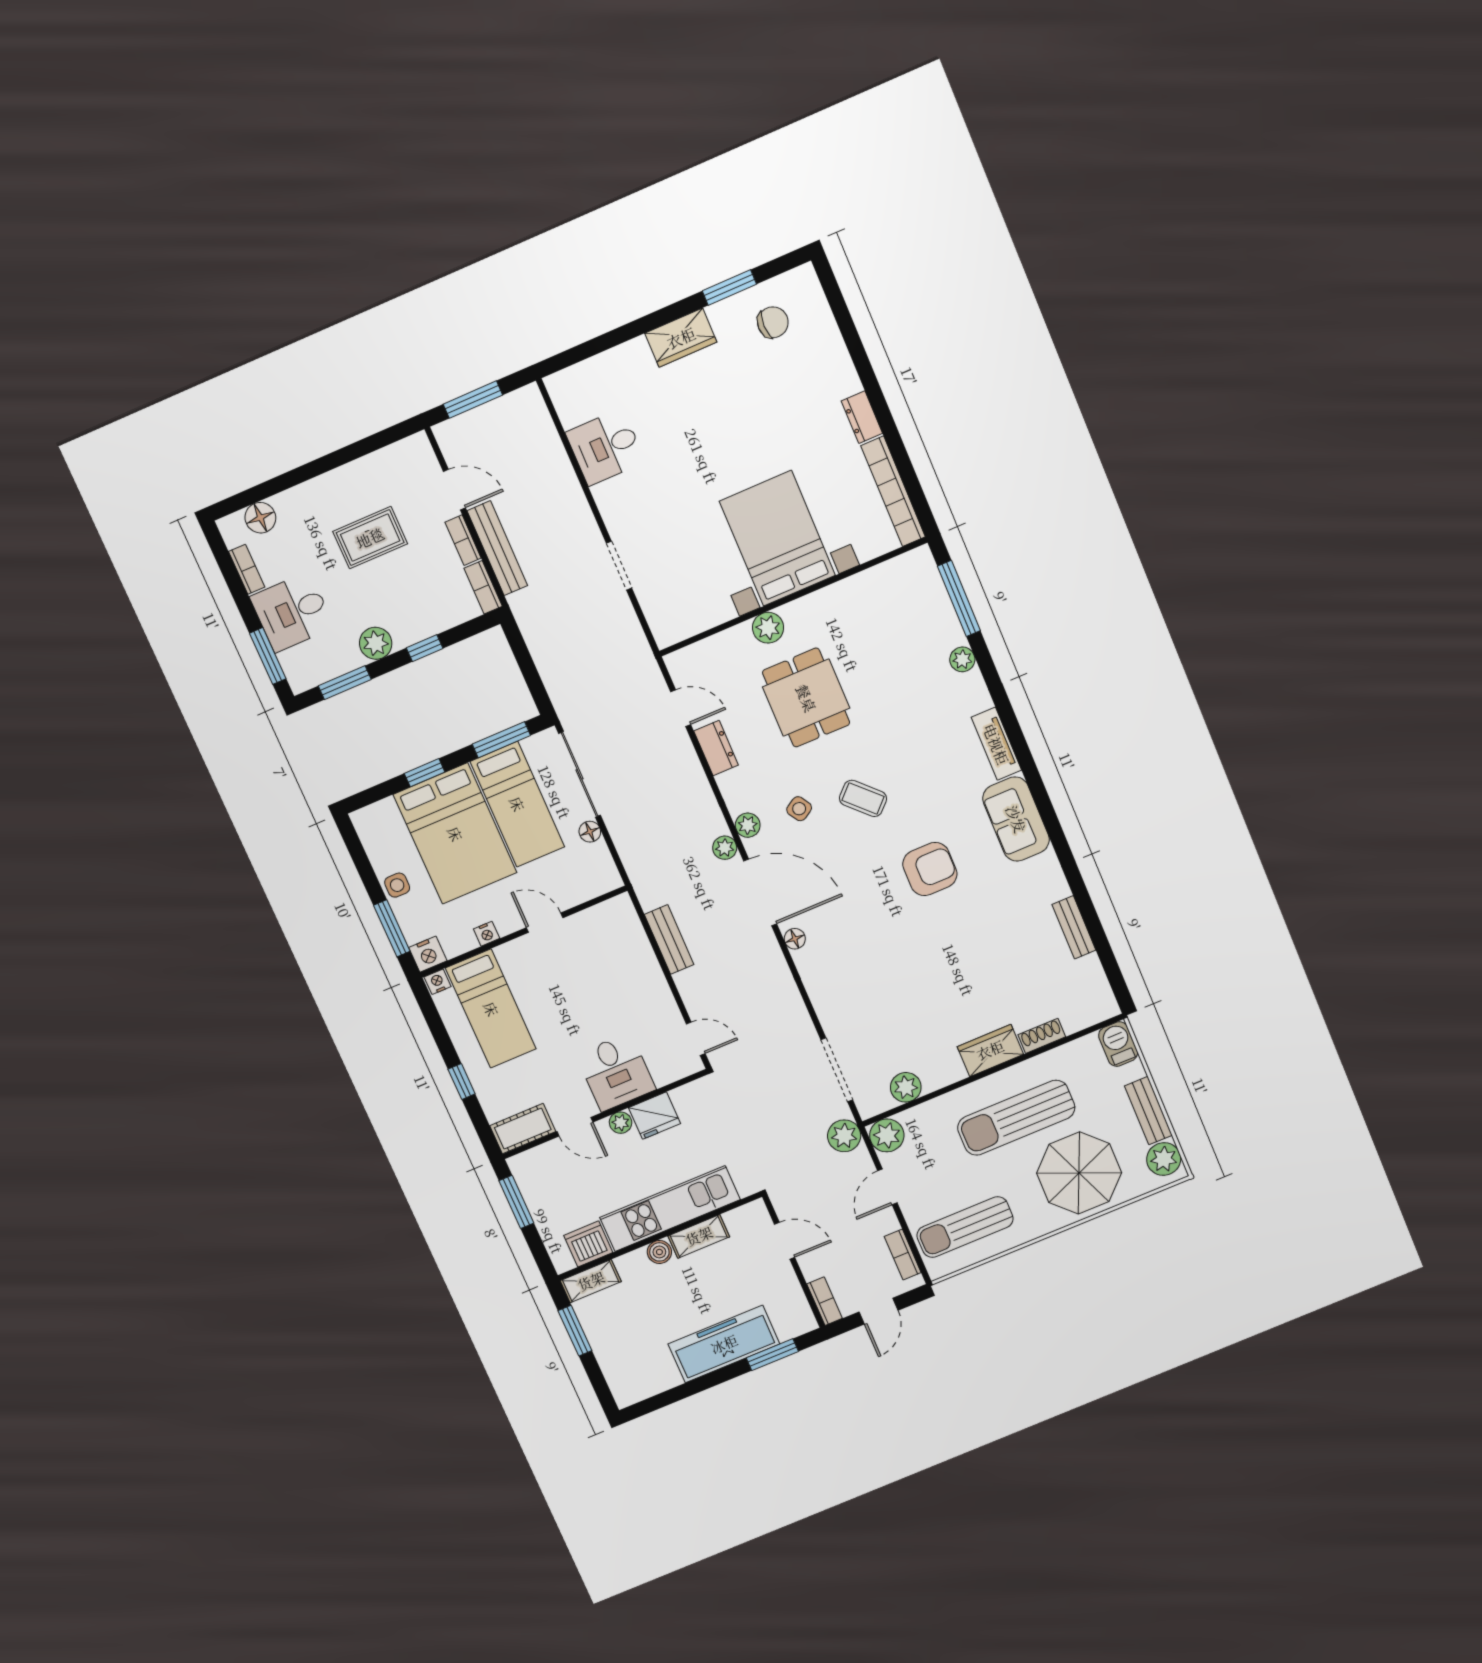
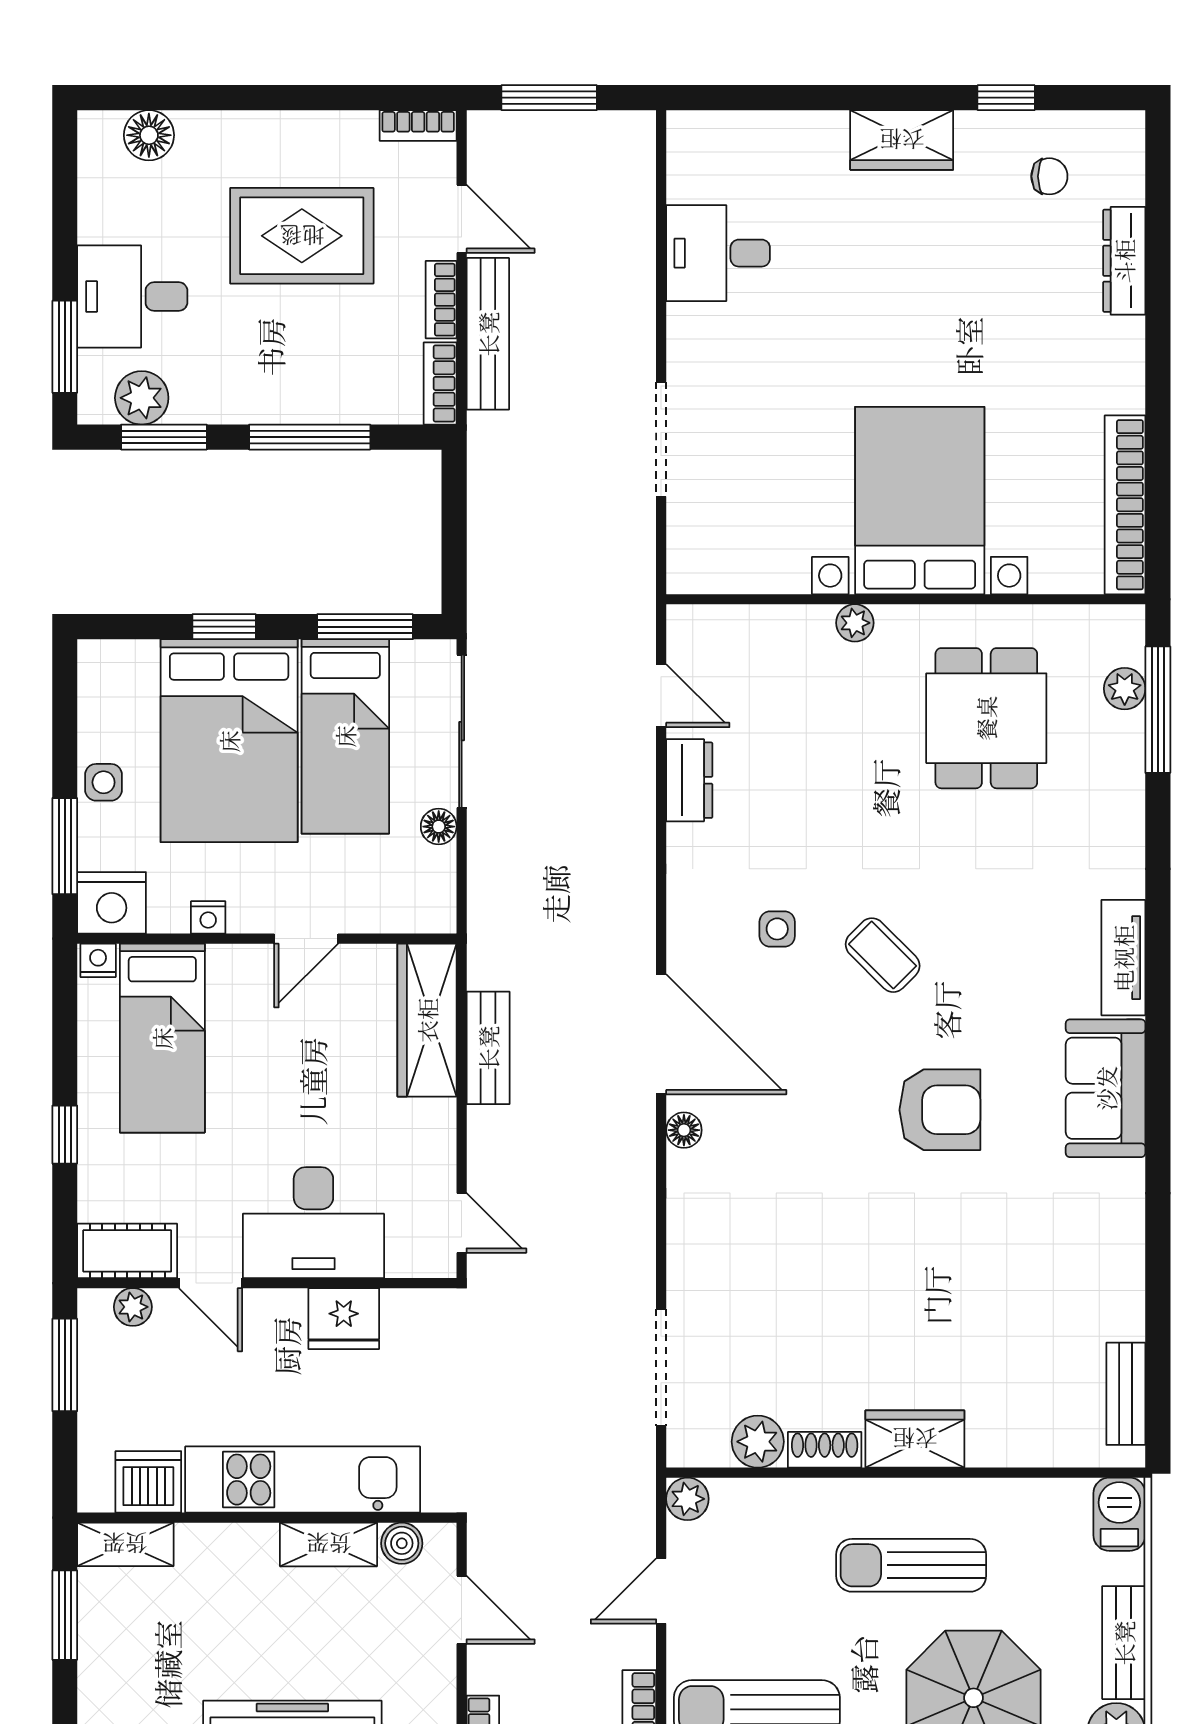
window: (729, 288) -> (1006, 98), width x0.67
chair: (773, 322) -> (1049, 176), width x0.73, depth x0.73
dresser: (862, 417) -> (1124, 261), moved, width x1.44
rug: (370, 538) -> (302, 236), width x1.36, depth x1.43
doorway: (619, 566) -> (661, 439), width x1.38
bookcase: (247, 569) -> (418, 126), moved, turned 90
plant: (768, 628) -> (855, 623), width x0.73, depth x0.73
plant: (376, 643) -> (142, 398), moved
window: (425, 648) -> (310, 437), width x2.17
plant: (962, 659) -> (1125, 689), moved
dining table: (806, 698) -> (986, 718), moved
side table: (799, 809) -> (777, 929), turned 32
plant: (748, 825) -> (687, 921), removed
plant: (725, 848) -> (636, 941), removed
door: (545, 923) -> (306, 939), swing flipped
bench: (1074, 927) -> (1126, 1394), moved
wardrobe: (630, 939) -> (427, 1020), added
nightstand: (428, 954) -> (112, 903), width x1.36, depth x1.33
shoe rack: (1042, 1036) -> (825, 1450), moved
desk: (616, 1072) -> (313, 1223), width x1.37
sun lounger: (1016, 1118) -> (911, 1565), width x0.73, depth x0.75
plant: (621, 1123) -> (133, 1307), moved
plant: (887, 1135) -> (687, 1499), width x0.73, depth x0.73
plant: (844, 1136) -> (628, 1479), removed
boiler: (659, 1252) -> (402, 1543), moved

